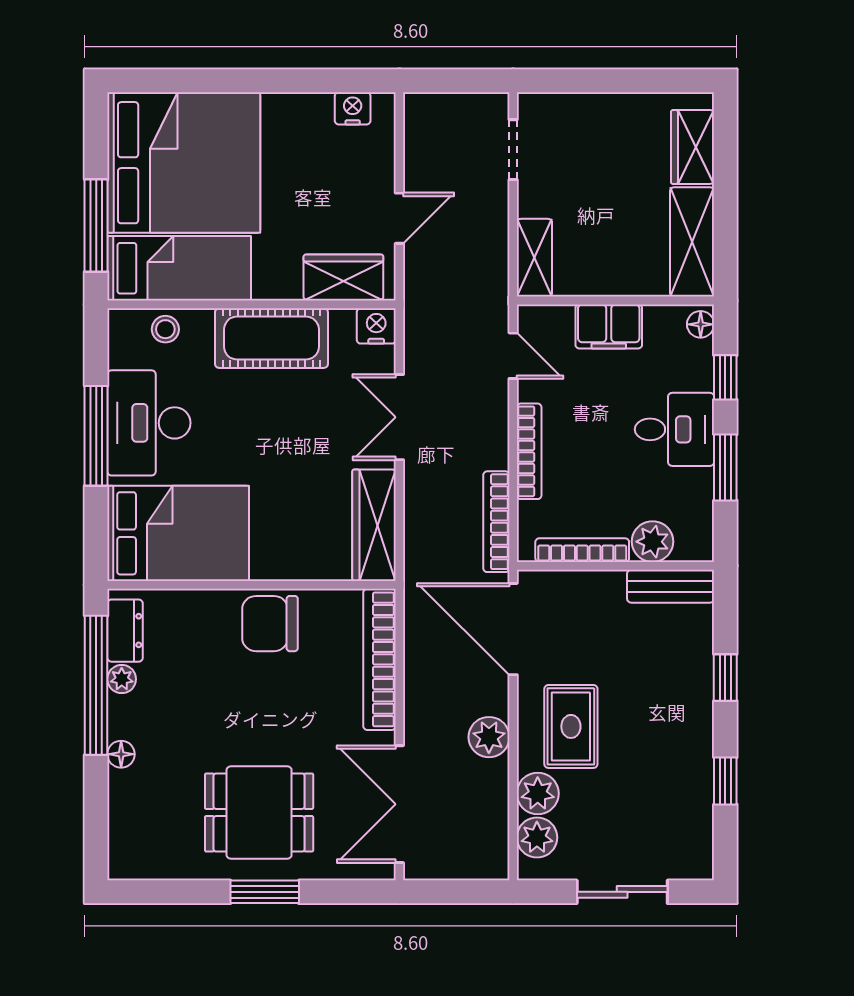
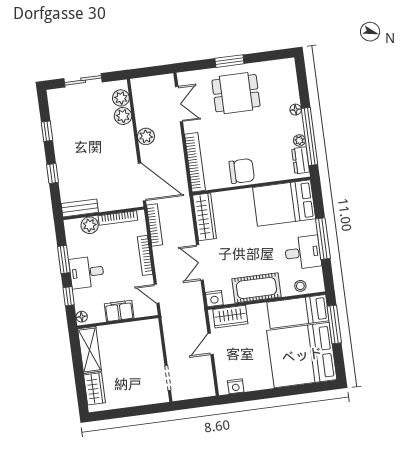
shelving: (534, 258) -> (153, 335), removed
double door: (399, 417) -> (200, 262), swing flipped
desk: (149, 423) -> (303, 252), width x0.73
rug: (571, 726) -> (113, 145), removed
double door: (399, 804) -> (179, 104), width x0.73

